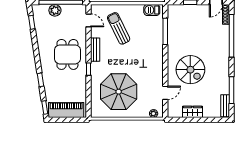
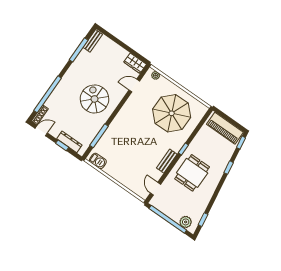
dresser: (186, 9) -> (69, 142), added
plant: (55, 10) -> (186, 222), moved
sun lounger: (119, 28) -> (136, 165), removed
spiral stairs: (190, 70) -> (94, 99), moved
wardrobe: (192, 112) -> (135, 63), moved

